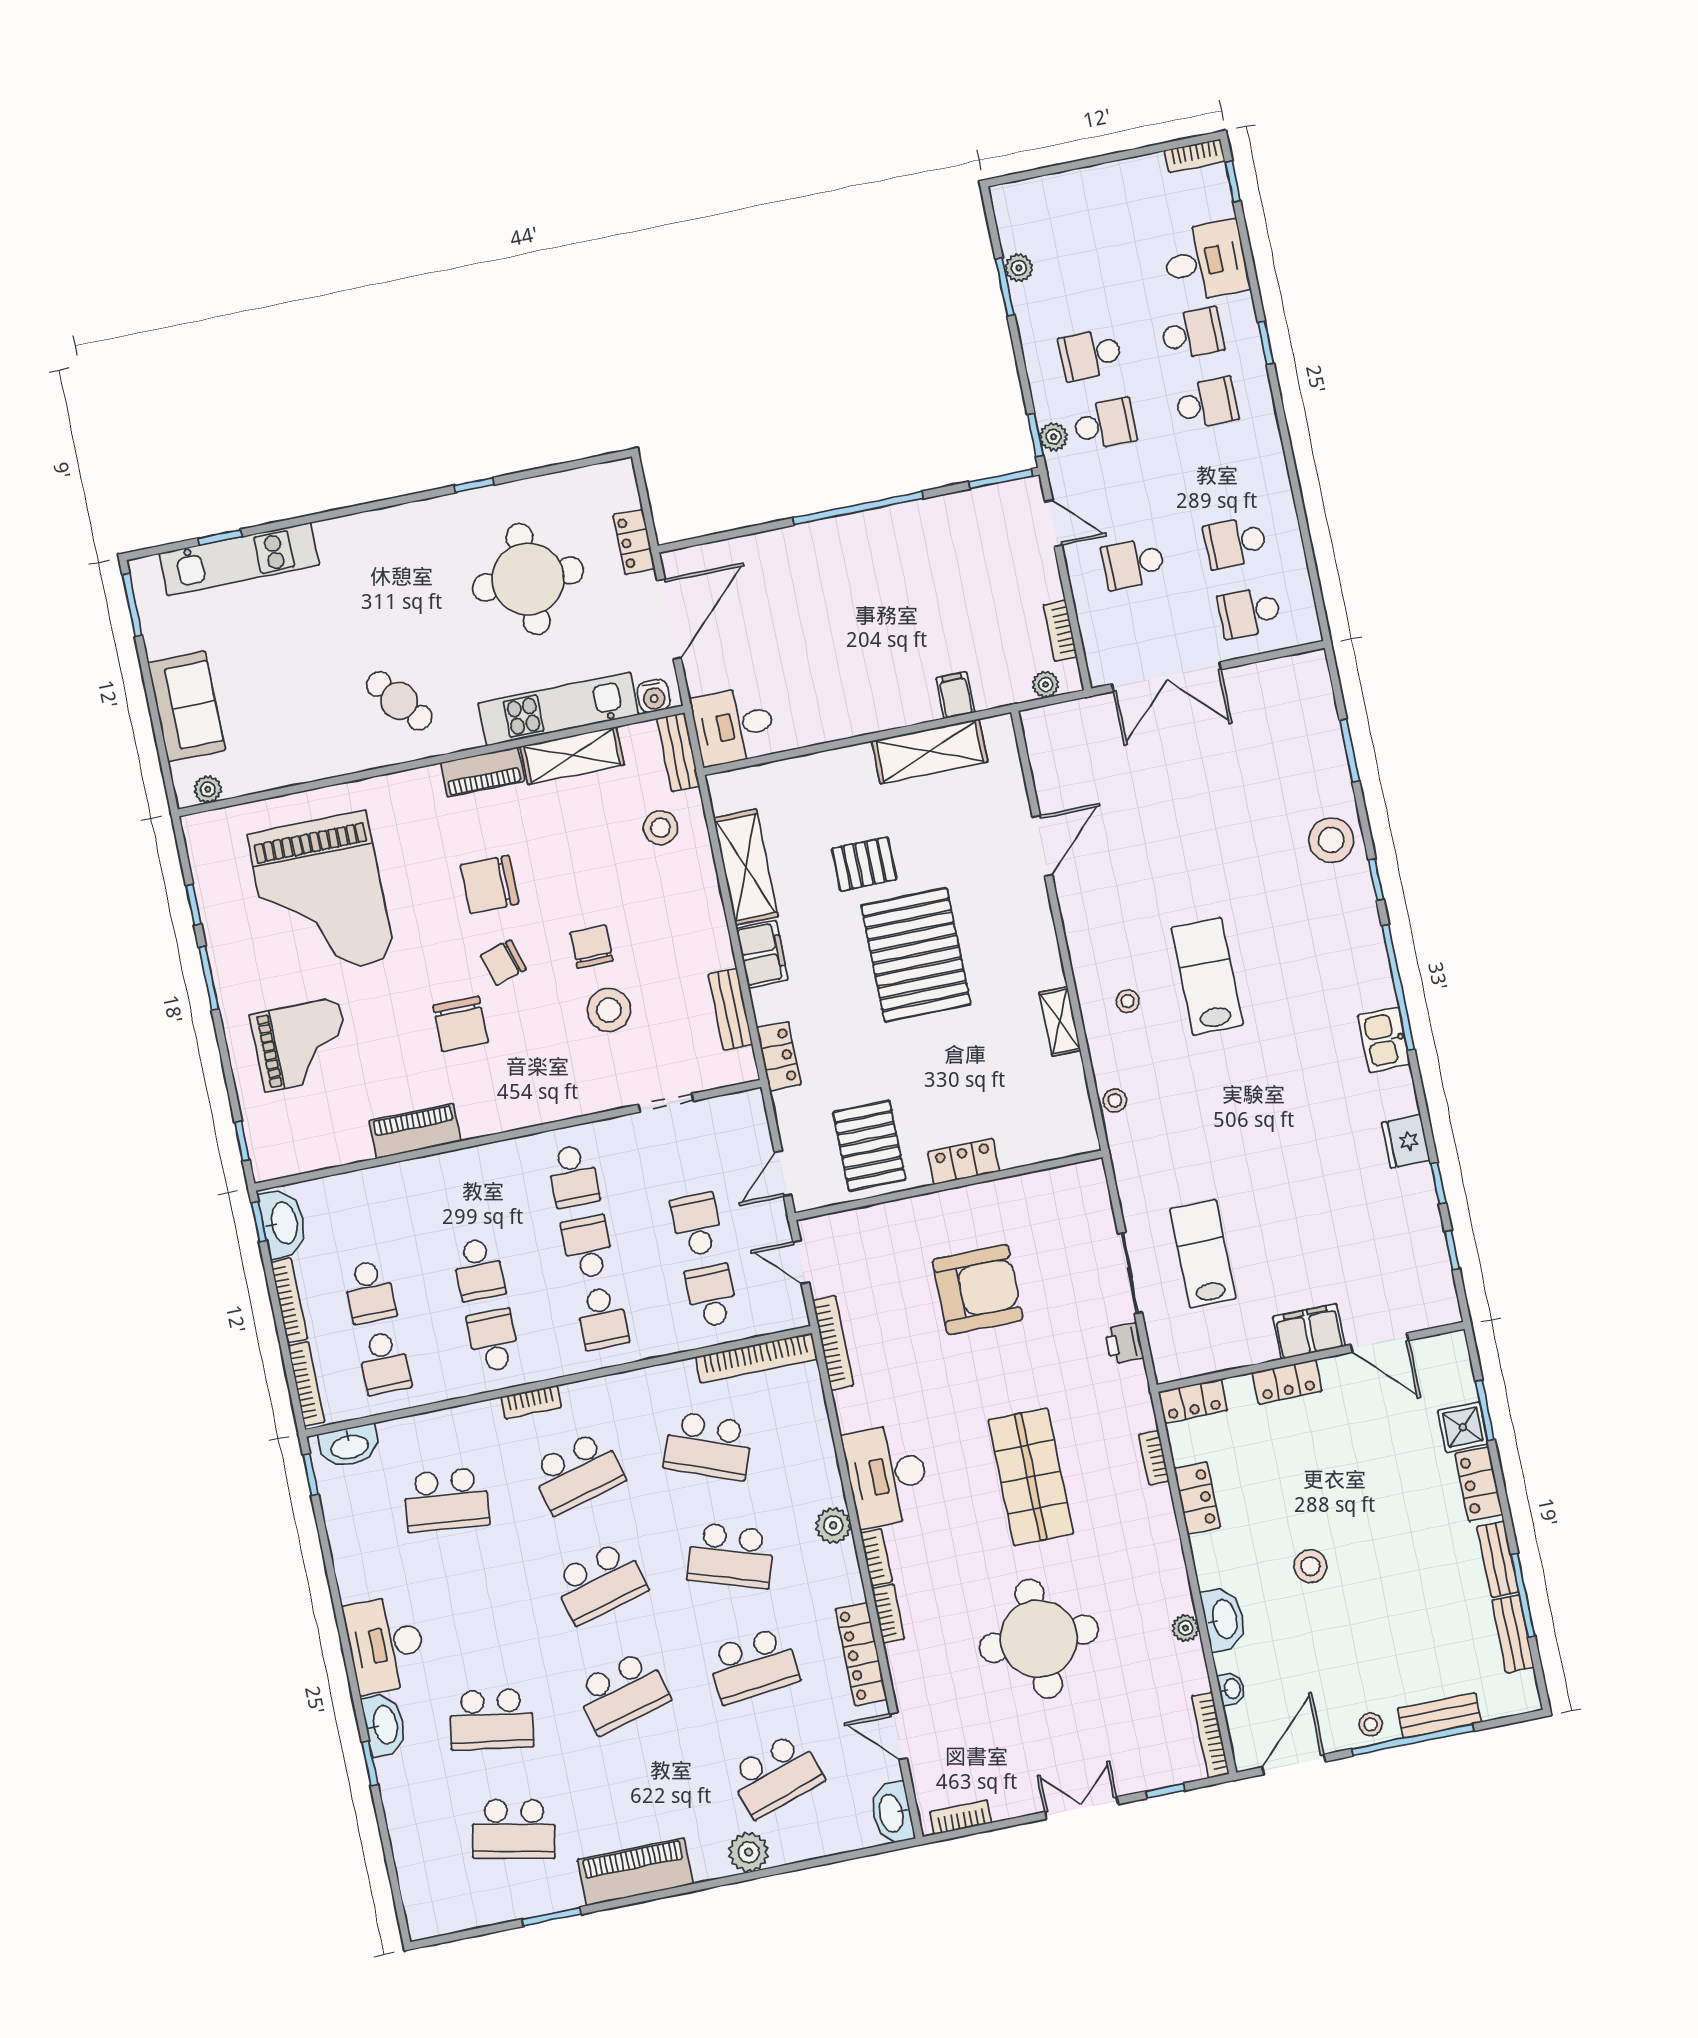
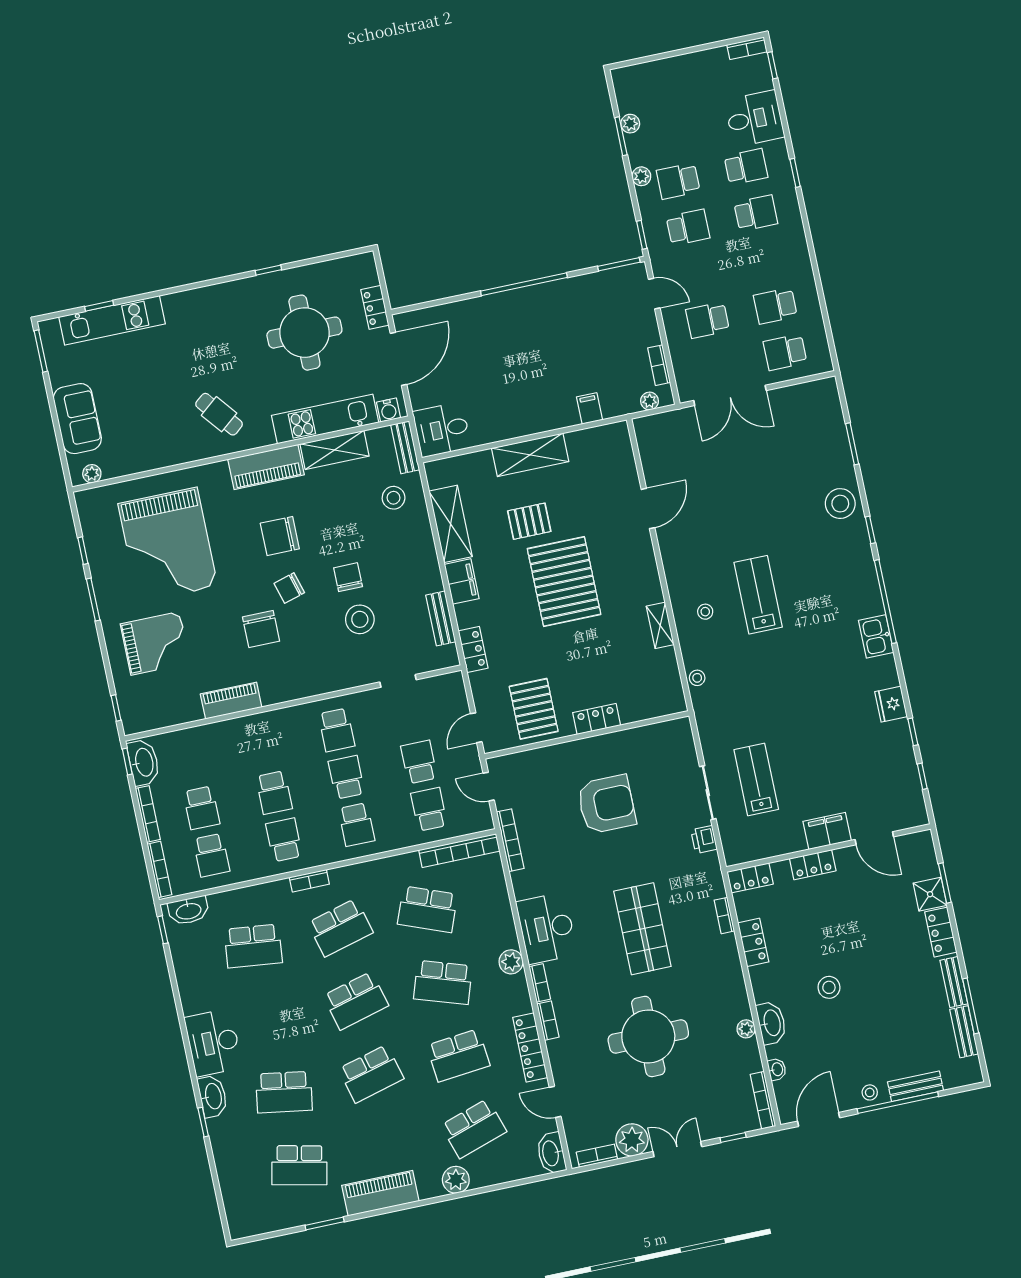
plant: (1054, 437) -> (641, 176), moved
shelving: (930, 751) -> (530, 455), moved
piano: (482, 772) -> (266, 467), width x1.37, depth x1.33
plant: (1013, 1794) -> (632, 1140), added

